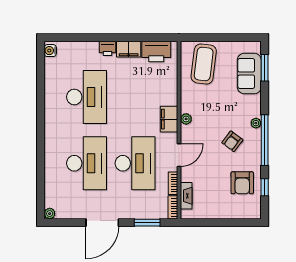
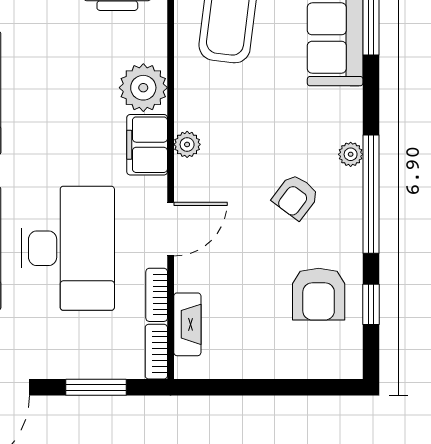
plant: (167, 95) -> (143, 88), added

